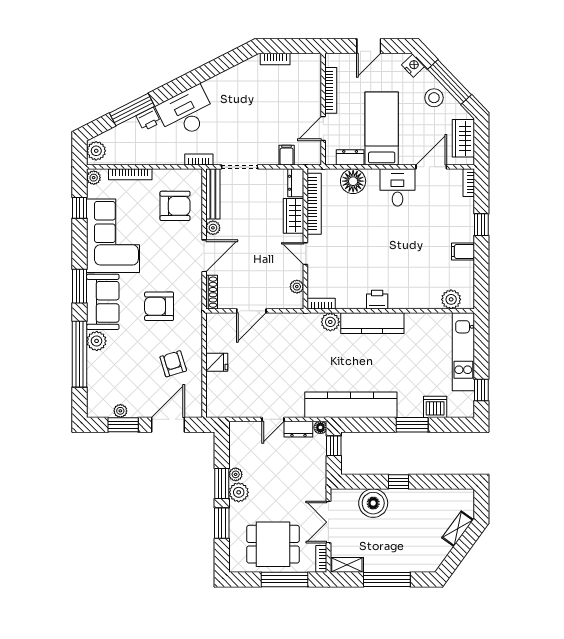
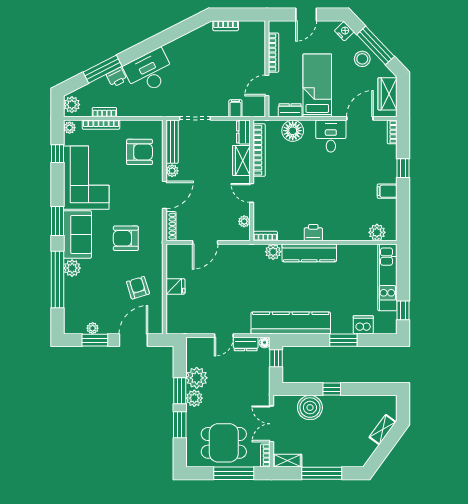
bookcase: (199, 160) -> (104, 112), moved
plant: (236, 474) -> (197, 378), width x1.88, depth x1.88

